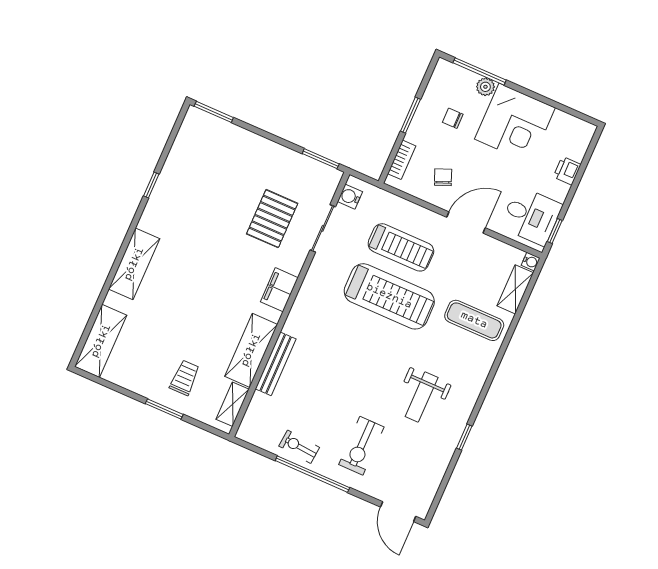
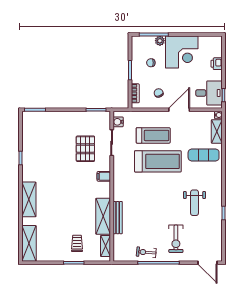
filing cabinet: (279, 290) -> (104, 176), width x0.50

